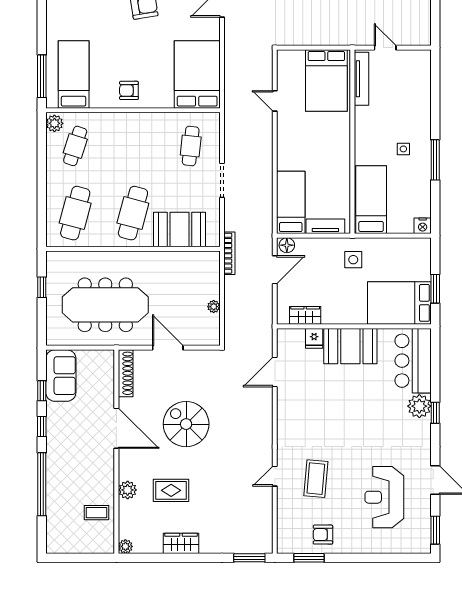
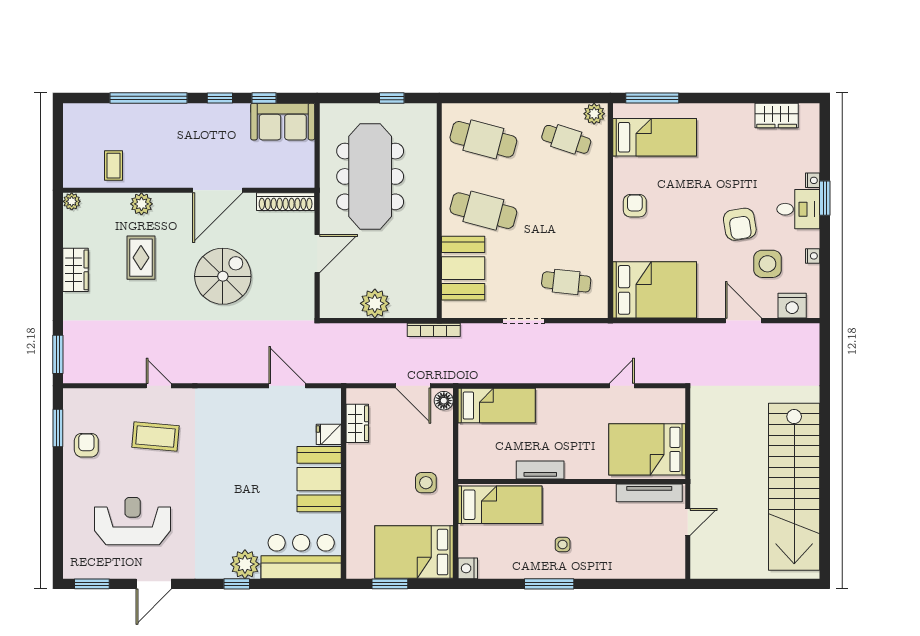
tv unit: (325, 226) -> (540, 470), moved, turned -90
bed: (399, 303) -> (414, 552), moved, turned -90
plant: (214, 307) -> (375, 303), width x1.88, depth x1.88

